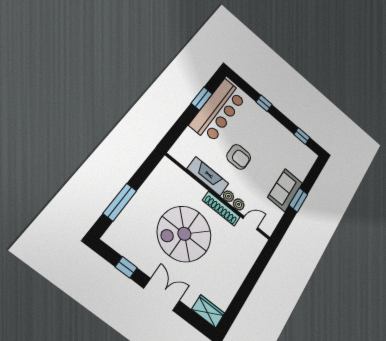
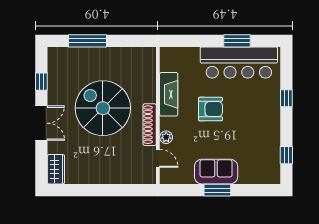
armchair: (239, 157) -> (210, 109), turned -90
plant: (228, 196) -> (166, 124), removed

